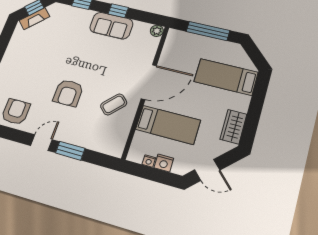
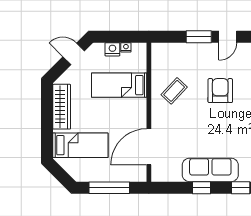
sofa: (111, 26) -> (210, 170), width x1.36
plant: (157, 31) -> (157, 176), removed
door: (149, 82) -> (149, 147), moved
wardrobe: (233, 127) -> (62, 107), width x1.50

